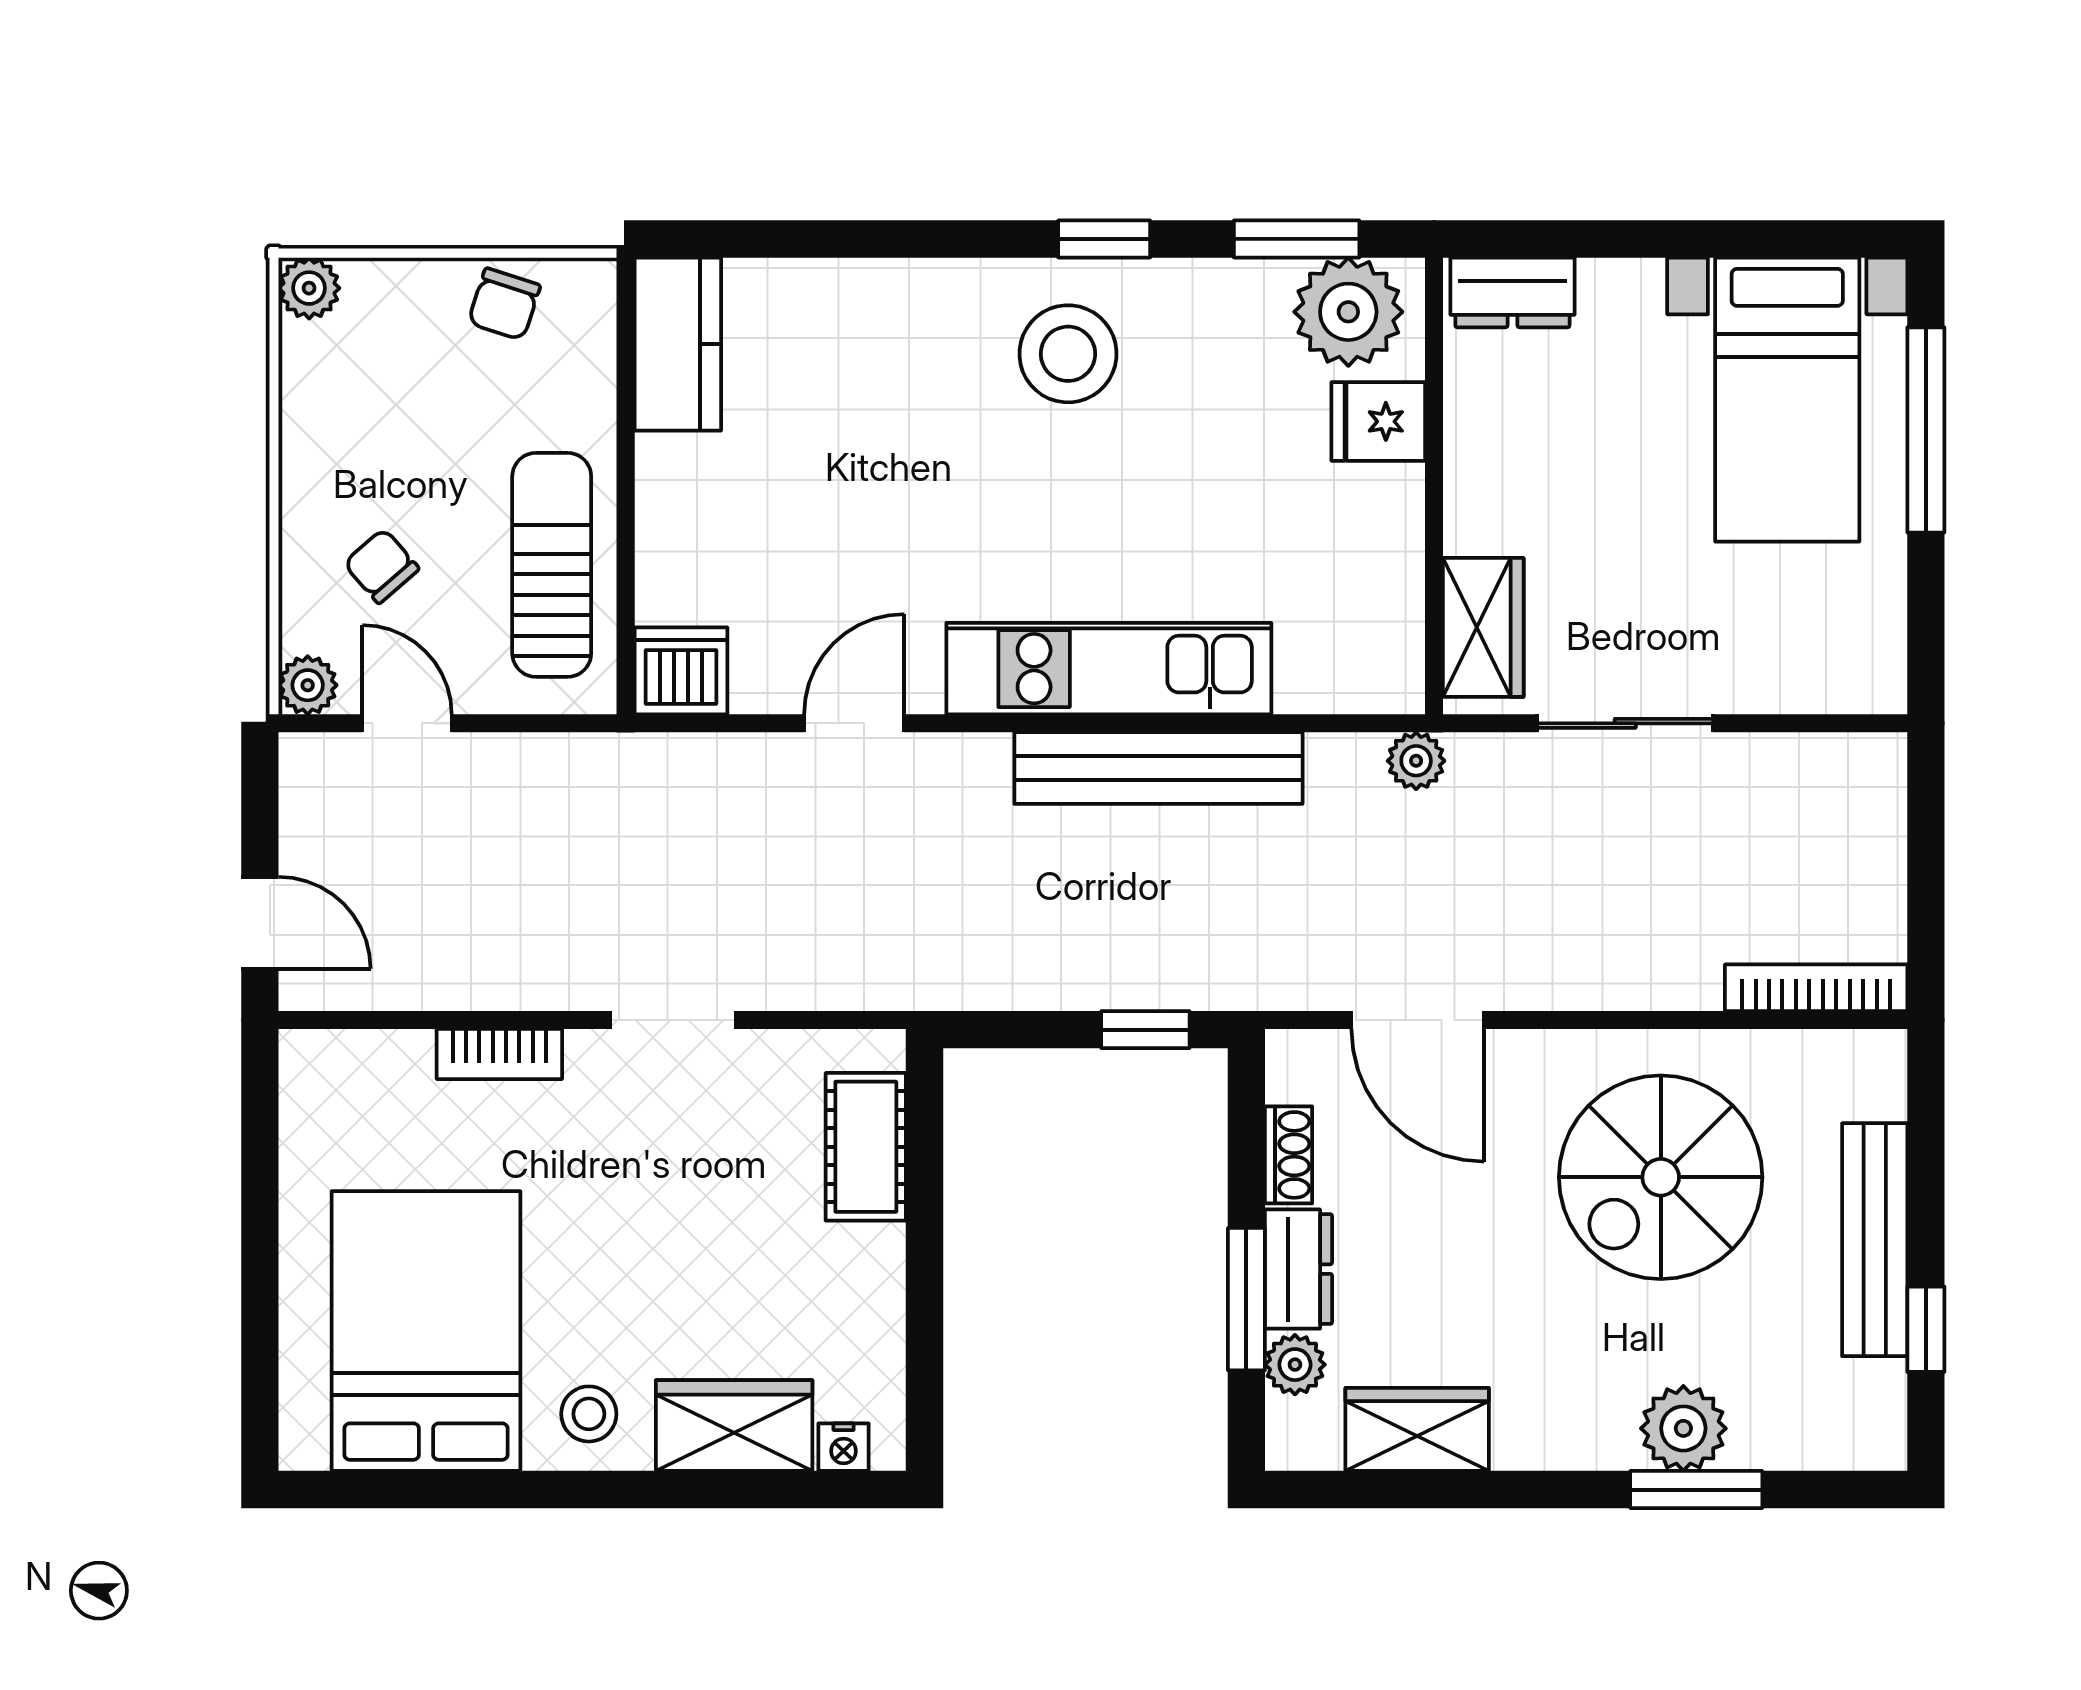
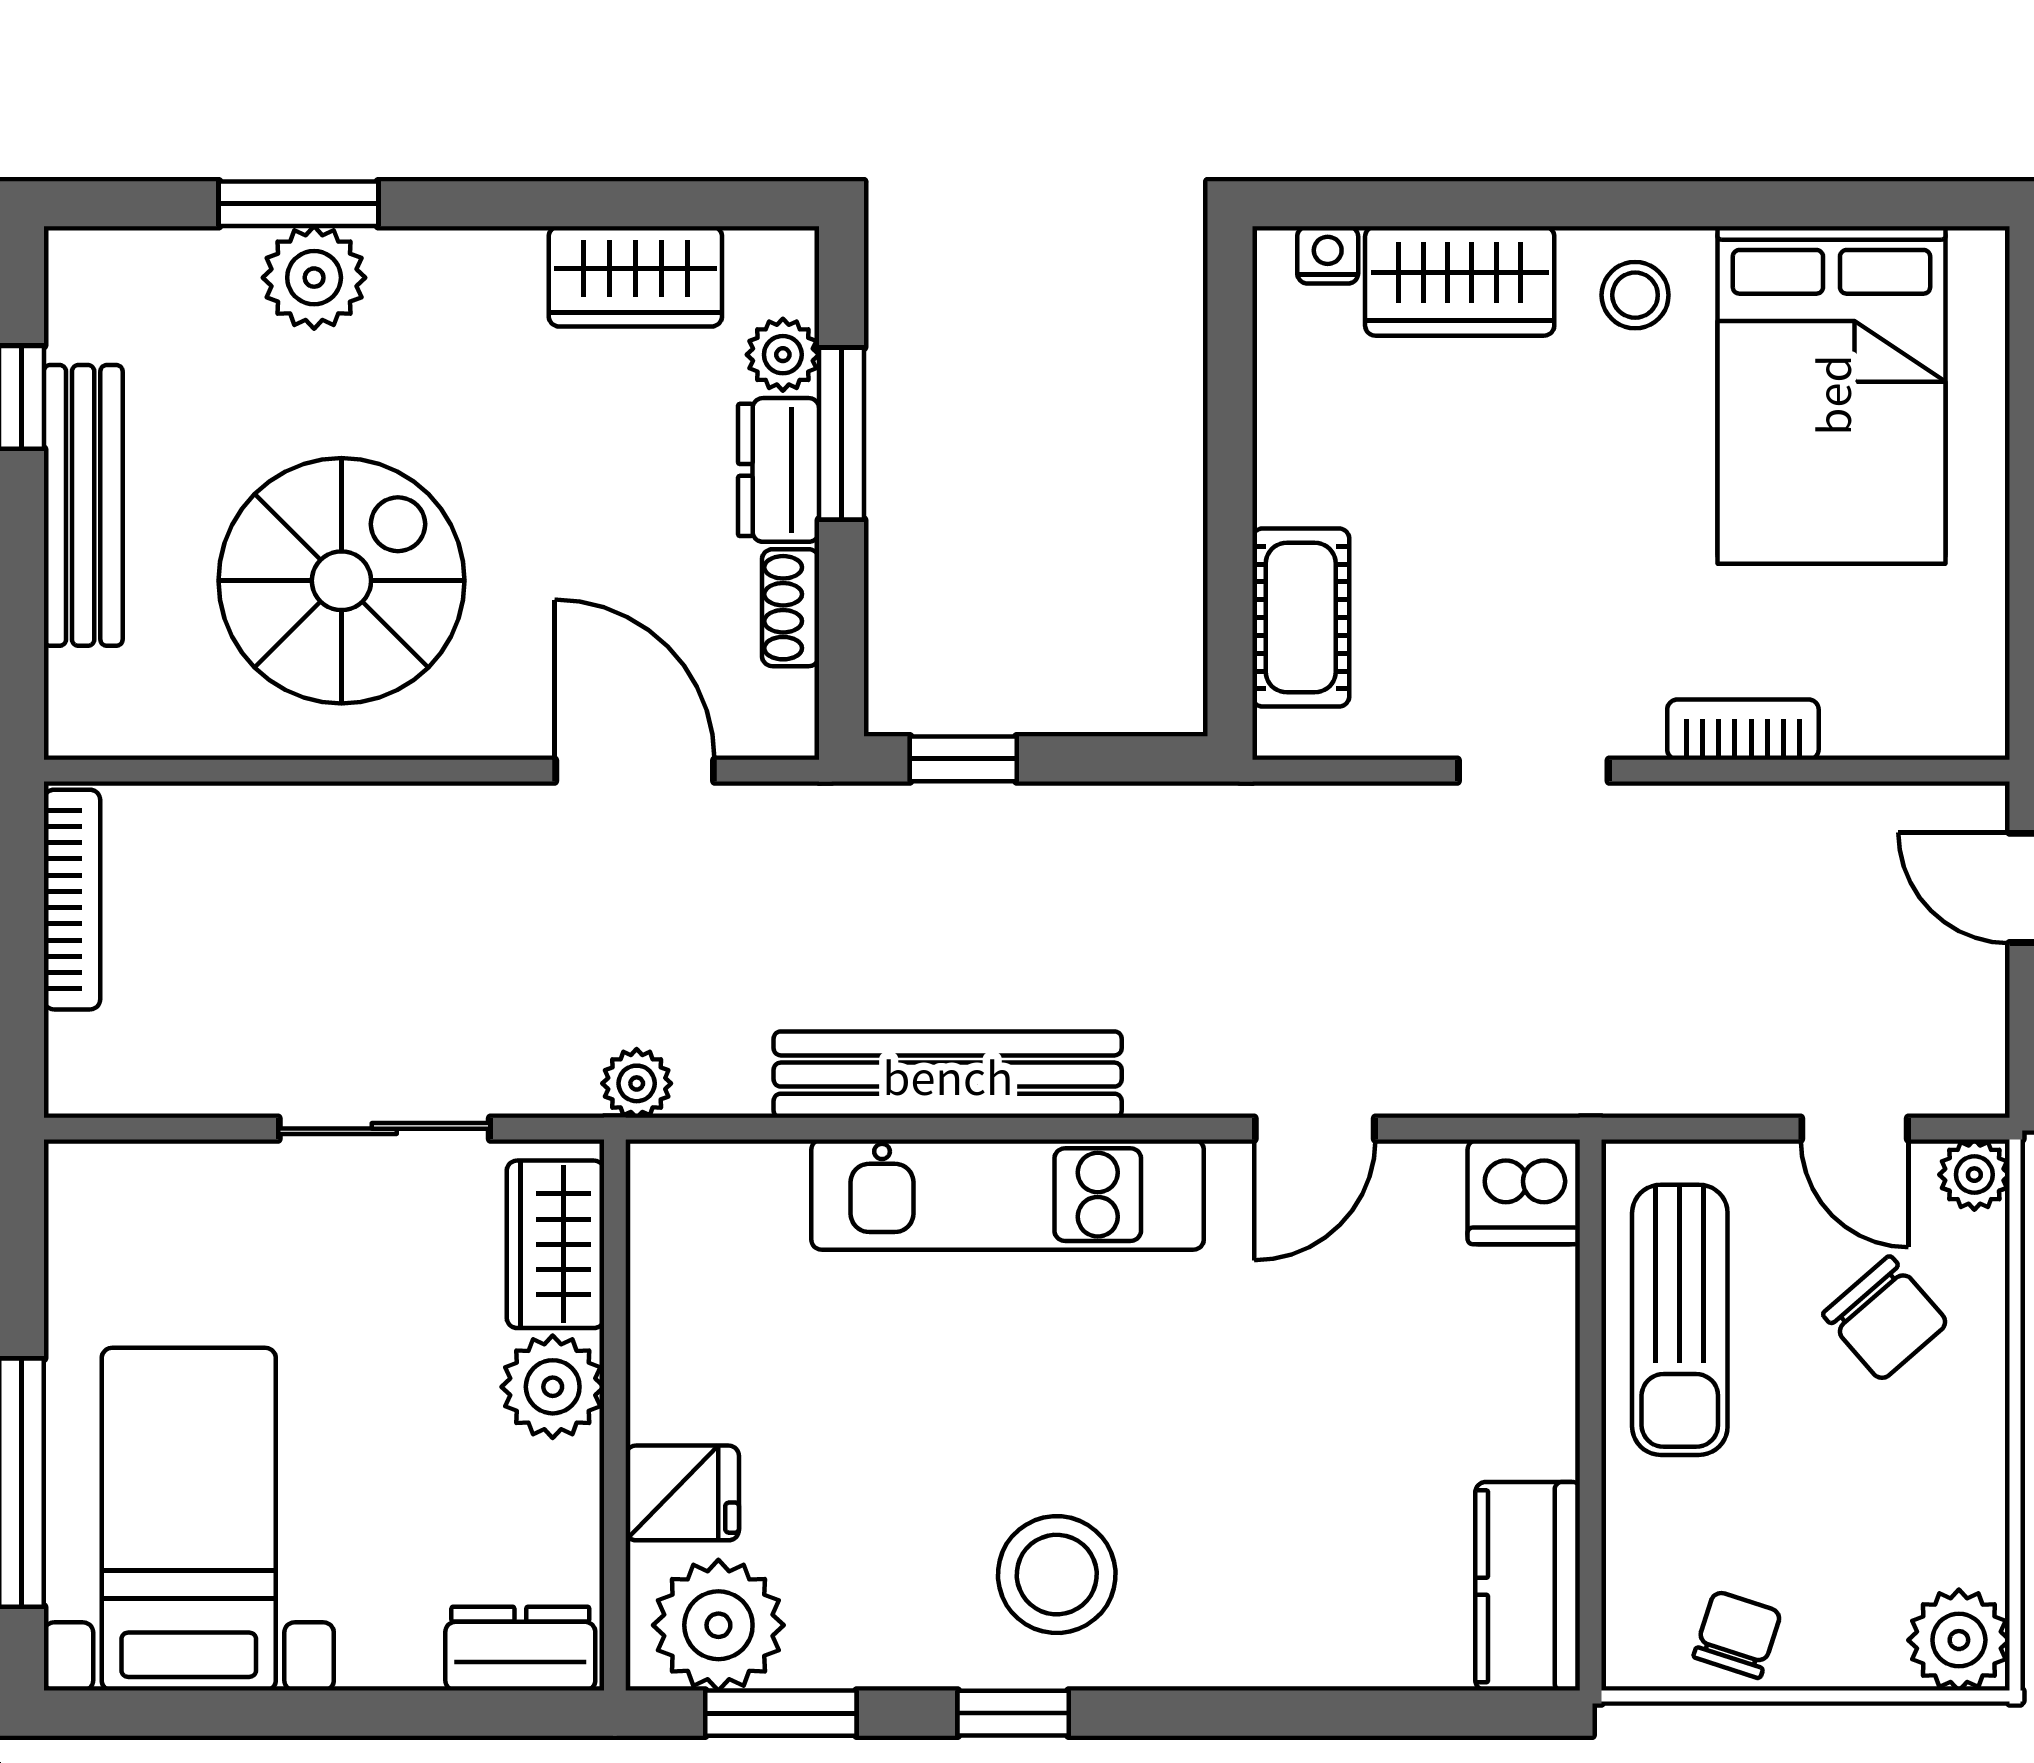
plant: (309, 288) -> (1959, 1640), width x1.38, depth x1.38
plant: (1486, 509) -> (553, 1387), added
chair: (381, 566) -> (1885, 1318), width x1.37, depth x1.37
bookcase: (1816, 988) -> (72, 900), moved, turned -90

